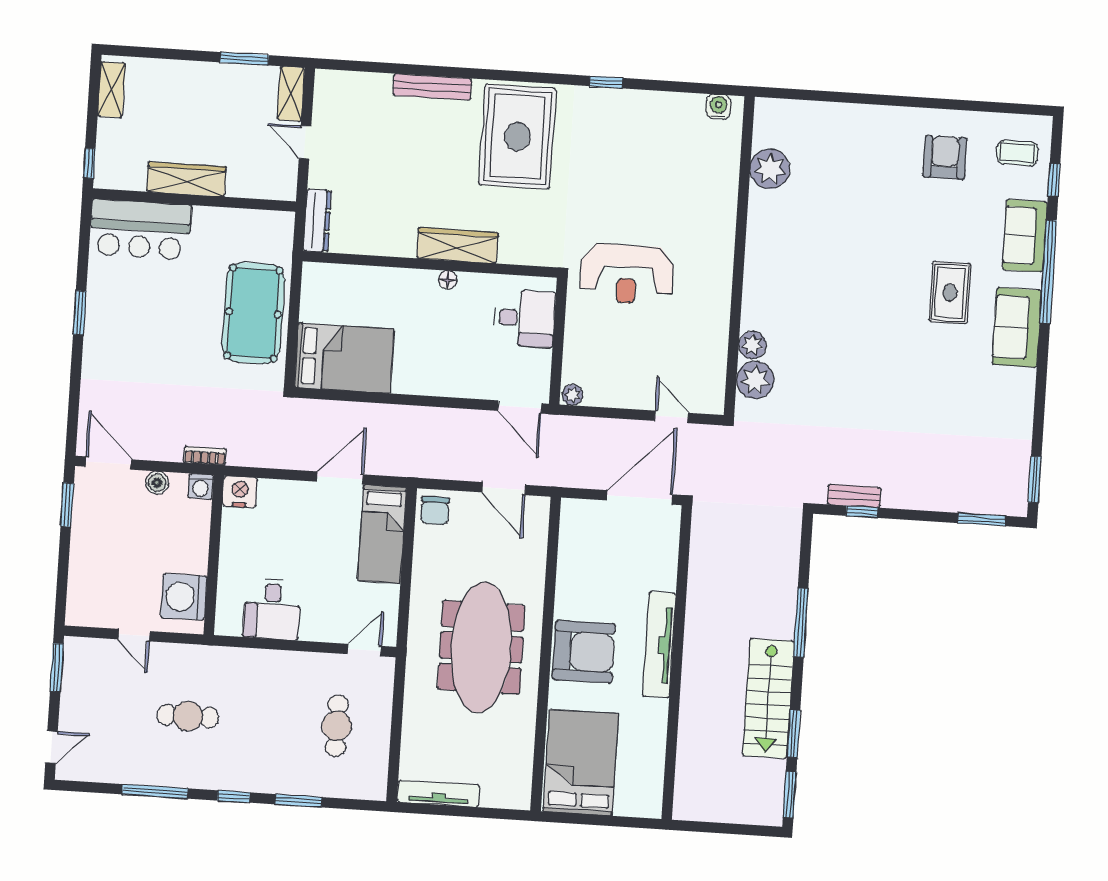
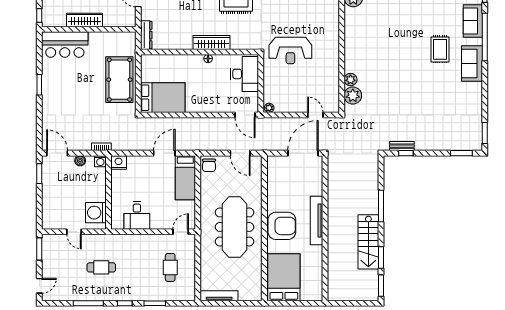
desk: (524, 318) -> (245, 74), width x1.37

